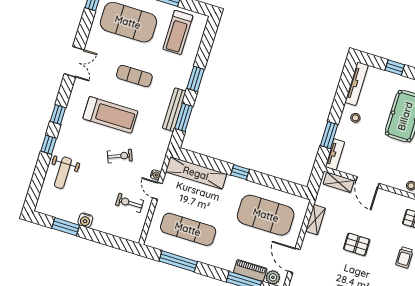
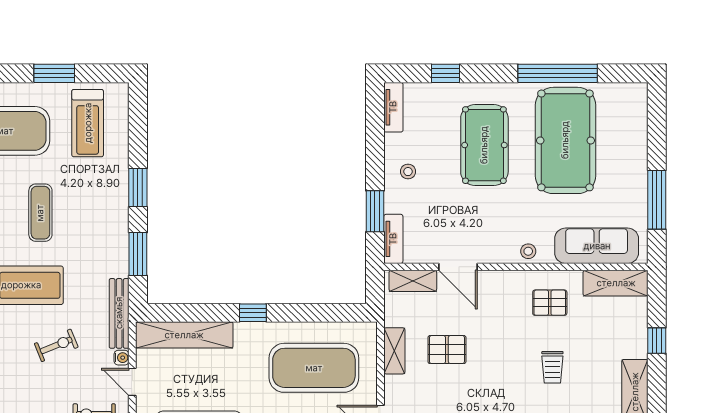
exercise mat: (134, 76) -> (40, 213), turned 90
tv unit: (357, 84) -> (393, 107), width x0.71
bench: (174, 110) -> (119, 313), moved
pallet: (357, 244) -> (447, 350), moved

